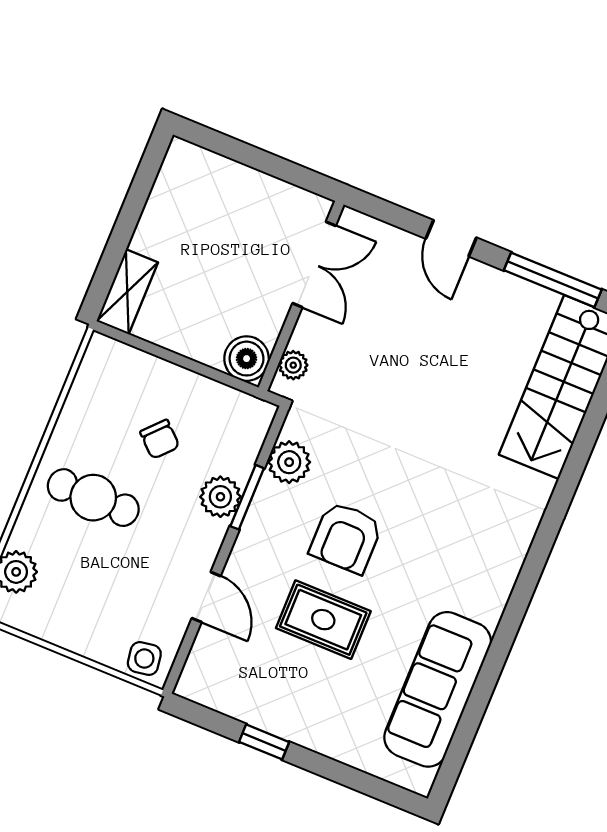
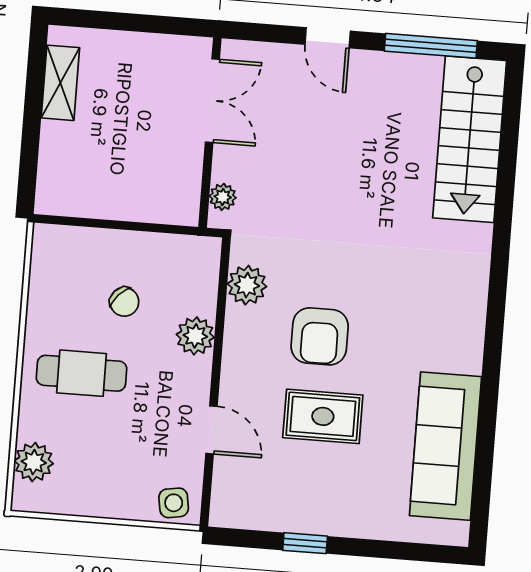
shelving: (127, 292) -> (60, 83), moved
boiler: (247, 359) -> (179, 204), removed
window: (247, 497) -> (219, 329), removed

